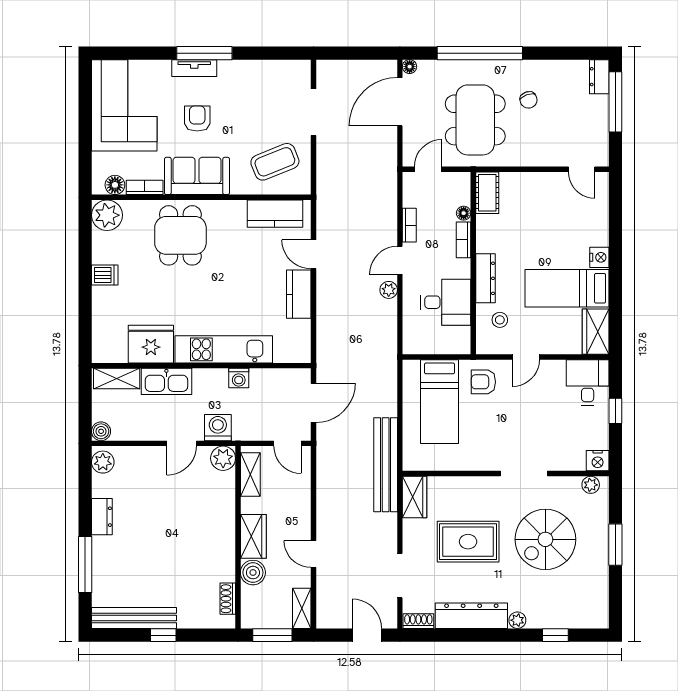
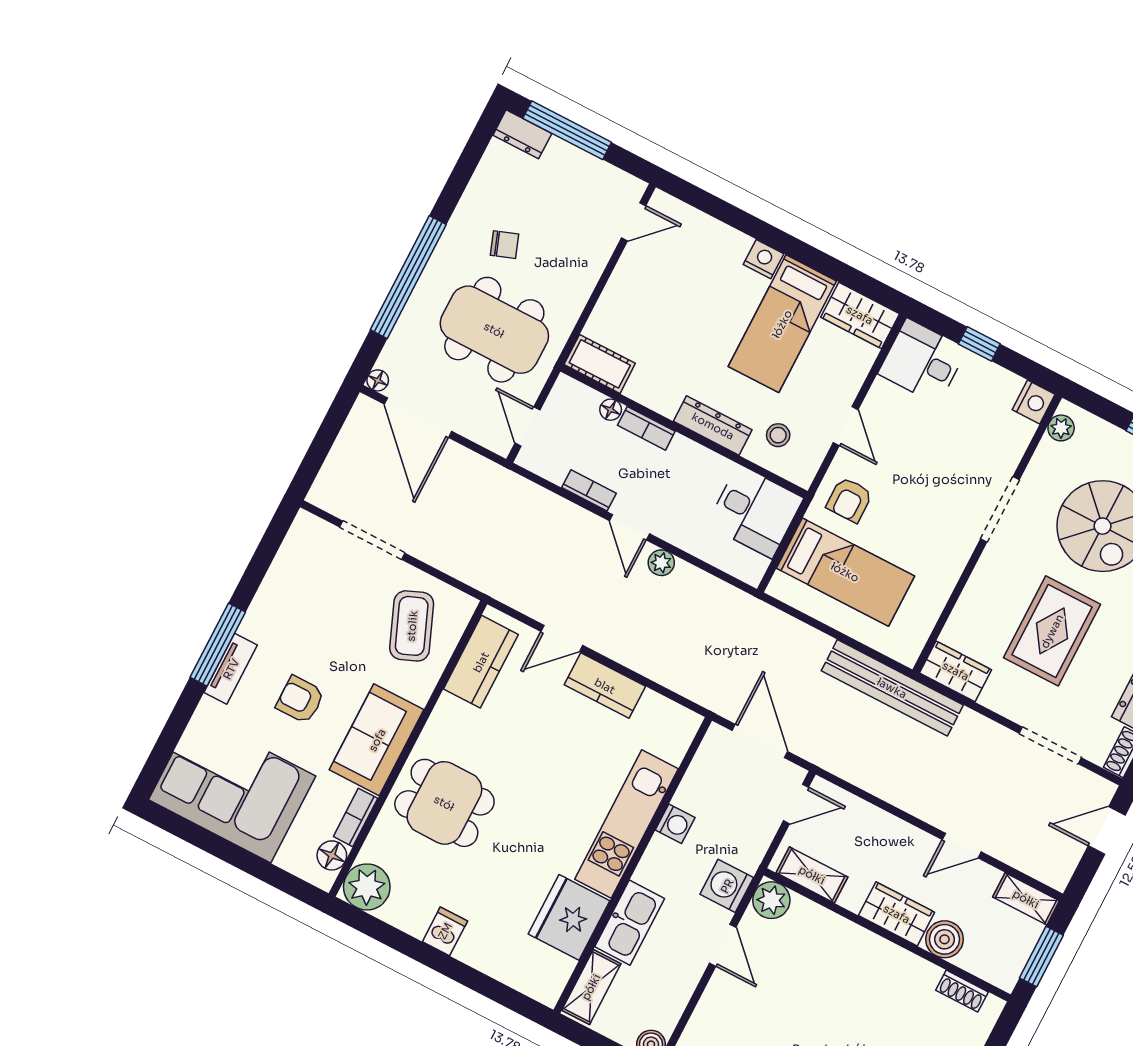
desk: (446, 302) -> (755, 511), moved, turned 90

